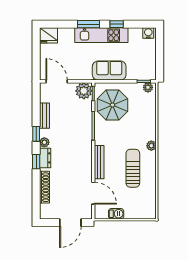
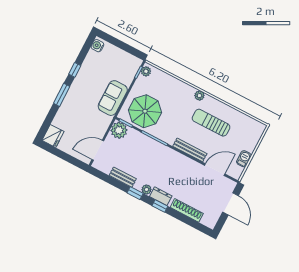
kitchen unit: (101, 35) -> (77, 88), removed

